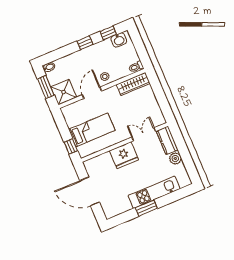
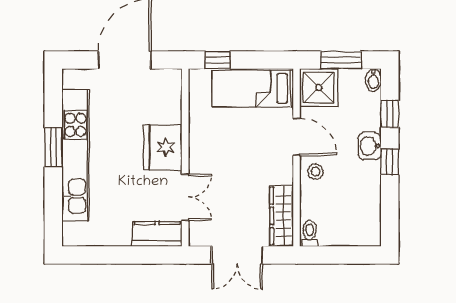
window: (108, 33) -> (390, 114), moved
washbasin: (119, 40) -> (370, 146), moved
double door: (161, 98) -> (237, 255), added
bed: (92, 130) -> (253, 89), moved, turned 90
plant: (175, 159) -> (119, 235), removed
kitchen unit: (154, 192) -> (76, 155), width x1.36

